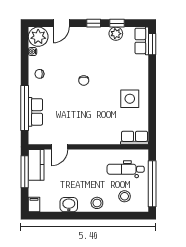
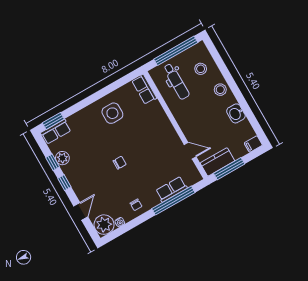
door: (61, 23) -> (81, 211), hinge flipped

